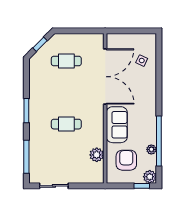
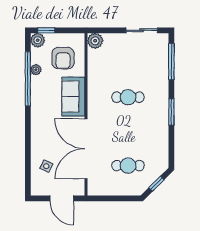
door: (128, 31) -> (62, 198), added
plant: (97, 155) -> (95, 41), moved

